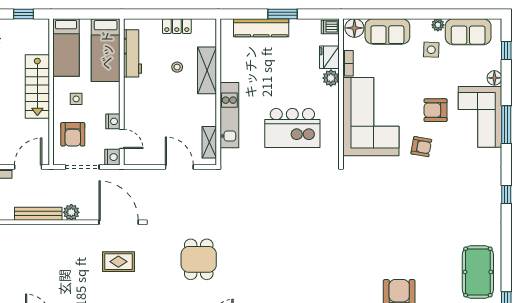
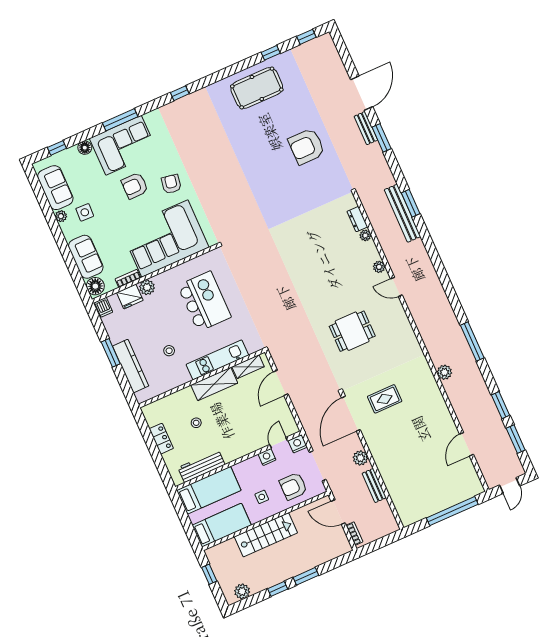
shelving: (207, 70) -> (214, 384), moved
stool: (259, 72) -> (169, 351), added
armchair: (436, 110) -> (135, 186), turned 90
armchair: (73, 134) -> (293, 486), turned 180
bench: (38, 214) -> (374, 486), width x0.73
rug: (118, 262) -> (385, 399), turned 90

